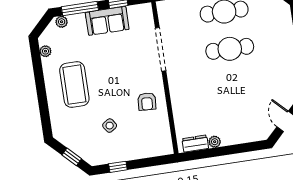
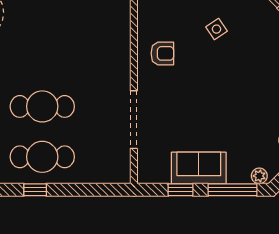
coffee table: (74, 85) -> (255, 90), removed
armchair: (147, 101) -> (162, 53), turned 86

